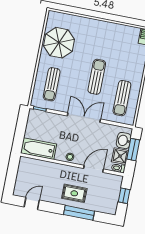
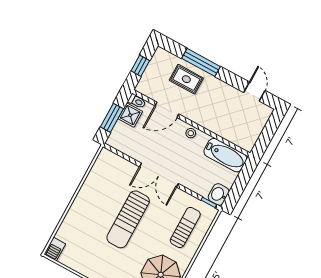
sun lounger: (97, 77) -> (128, 219), width x1.36, depth x1.34
sun lounger: (122, 98) -> (106, 184), removed
washbasin: (124, 141) -> (219, 194), moved, turned 180
rug: (74, 193) -> (186, 79), moved
door: (32, 203) -> (254, 92), swing flipped

